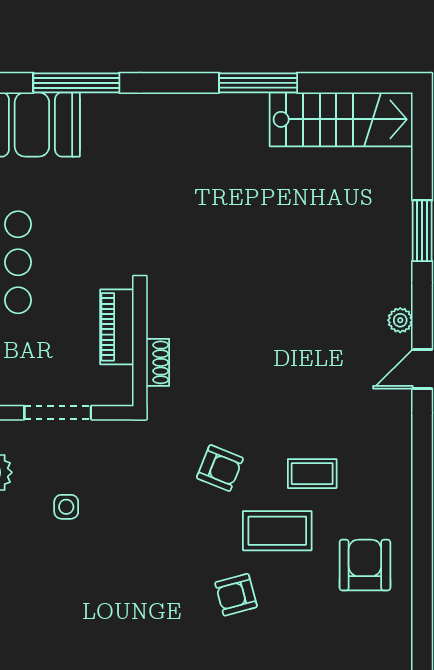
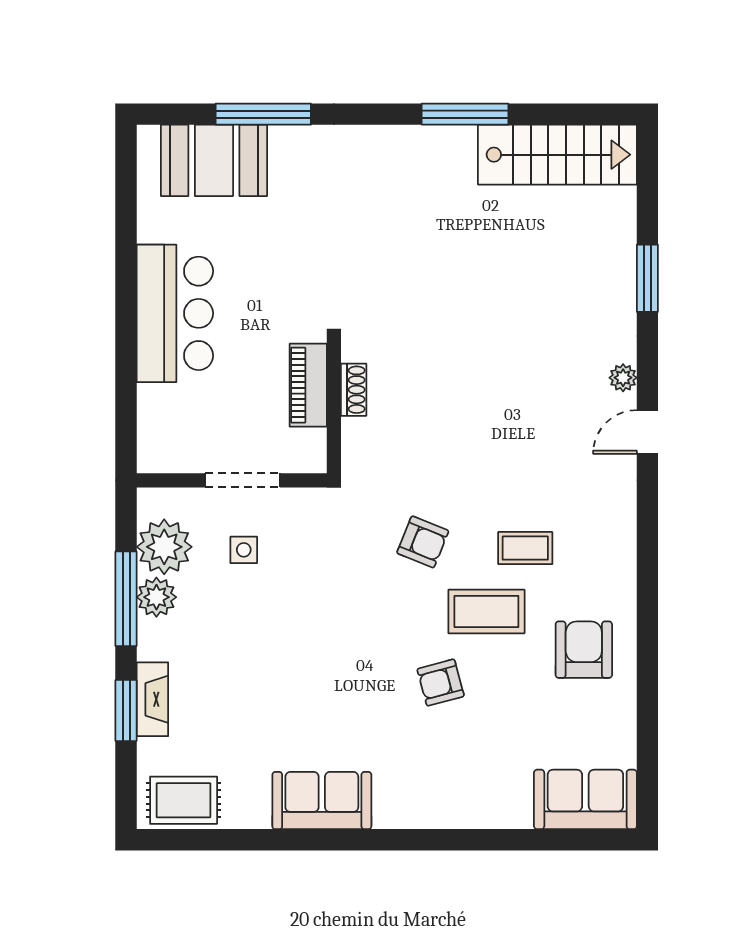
shoe rack: (158, 362) -> (354, 390), moved
side table: (66, 507) -> (244, 550), moved

